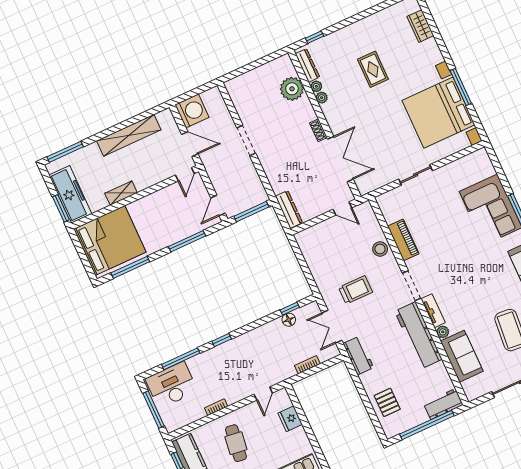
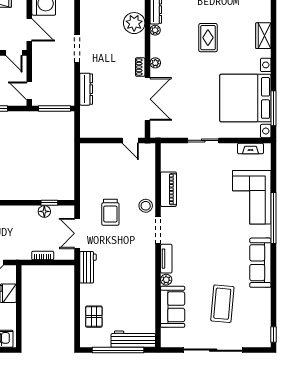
wardrobe: (420, 26) -> (263, 36), moved
window: (461, 87) -> (273, 108), moved
plant: (322, 98) -> (155, 63), moved
fireplace: (467, 161) -> (250, 149), added
door: (185, 174) -> (14, 53), hinge flipped
door: (218, 205) -> (29, 91), hinge flipped
dresser: (289, 209) -> (86, 89), moved
stool: (380, 249) -> (146, 206), moved
trolley: (355, 290) -> (110, 212), turned 90
workbench: (418, 335) -> (145, 273), removed
workbench: (443, 404) -> (133, 339), width x1.38

